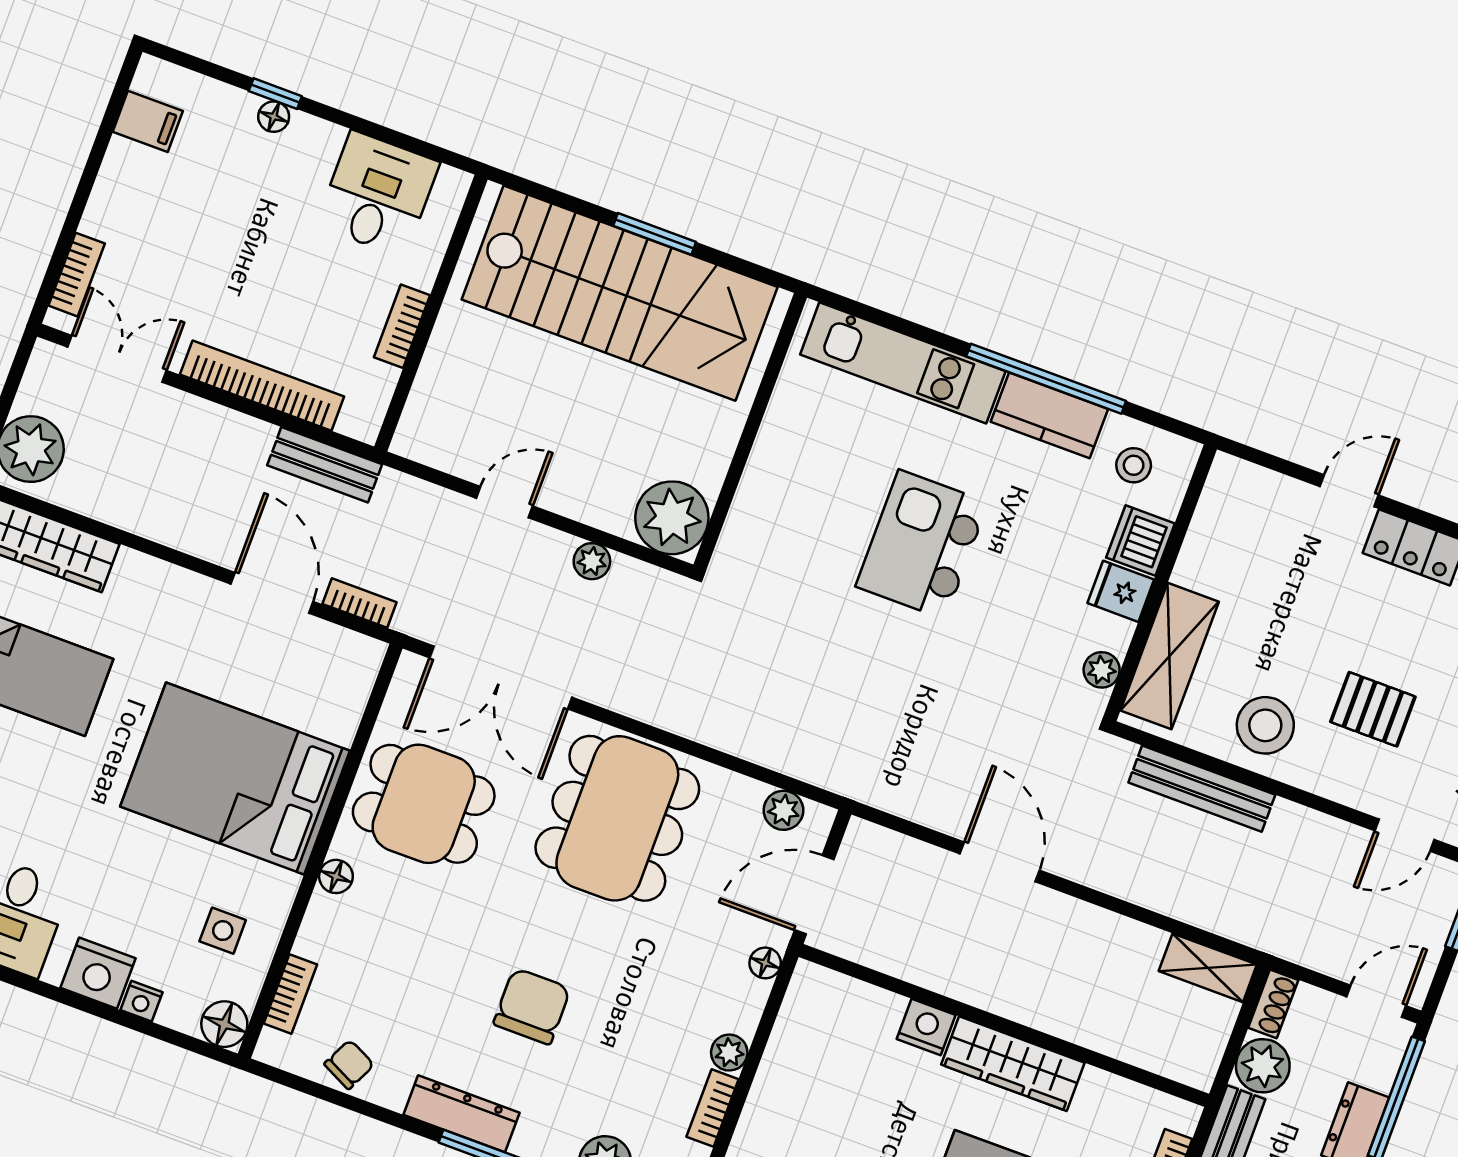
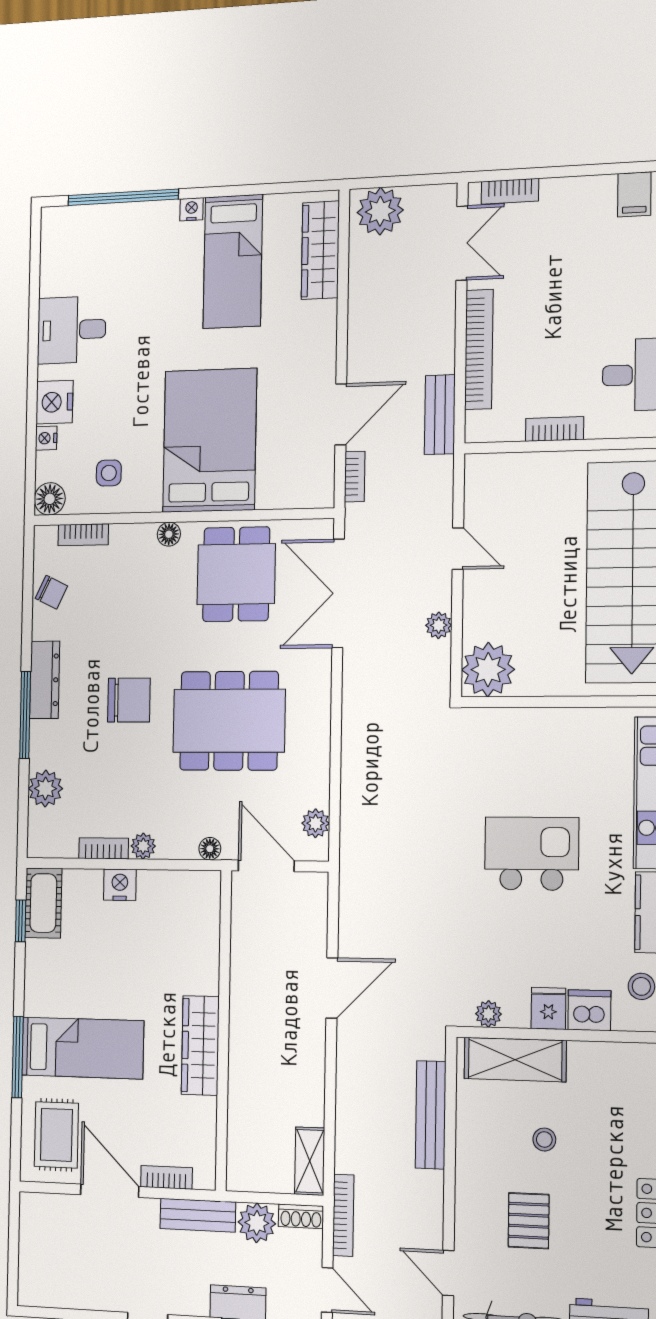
stool: (1265, 725) -> (544, 1140), moved, width x0.53, depth x0.53
dining table: (617, 818) -> (229, 721), moved
bookcase: (1290, 947) -> (343, 1215), added
nightstand: (926, 1027) -> (120, 885), moved, turned -90

